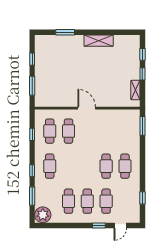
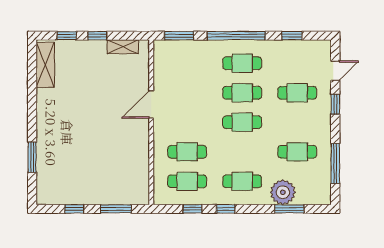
shelving: (99, 41) -> (45, 65), moved
door: (87, 108) -> (151, 104), moved
window: (142, 162) -> (236, 36), added
window: (32, 171) -> (226, 209), moved
cafe table: (87, 201) -> (242, 122), moved
plant: (43, 215) -> (283, 192), moved
window: (61, 225) -> (335, 163), added
door: (120, 225) -> (335, 71), hinge flipped

